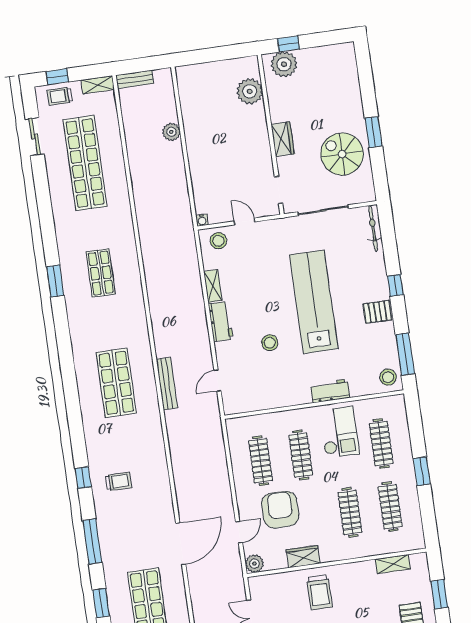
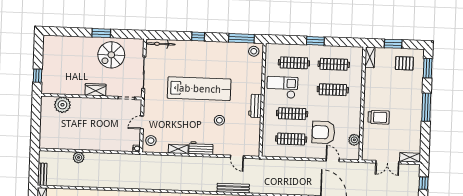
plant: (284, 64) -> (50, 81), removed
lab bench: (314, 302) -> (199, 89), turned 180
pallet: (378, 312) -> (212, 50), removed
workbench: (330, 391) -> (255, 106), moved
wardrobe: (303, 557) -> (355, 123), removed
plant: (254, 564) -> (354, 140), moved
shelving: (393, 564) -> (370, 57), moved

